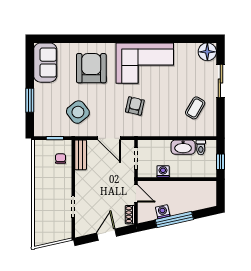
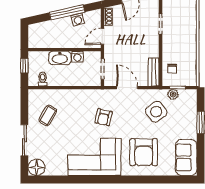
plant: (60, 131) -> (173, 94), added
washbasin: (183, 147) -> (60, 58), moved, turned 180
door: (136, 193) -> (102, 36), hinge flipped

